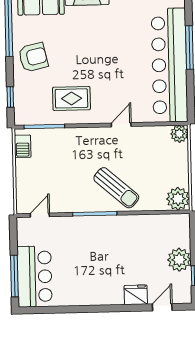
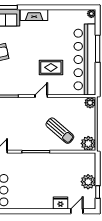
rug: (71, 98) -> (51, 67), moved
door: (121, 125) -> (41, 96), moved
sun lounger: (116, 188) -> (60, 131), moved

